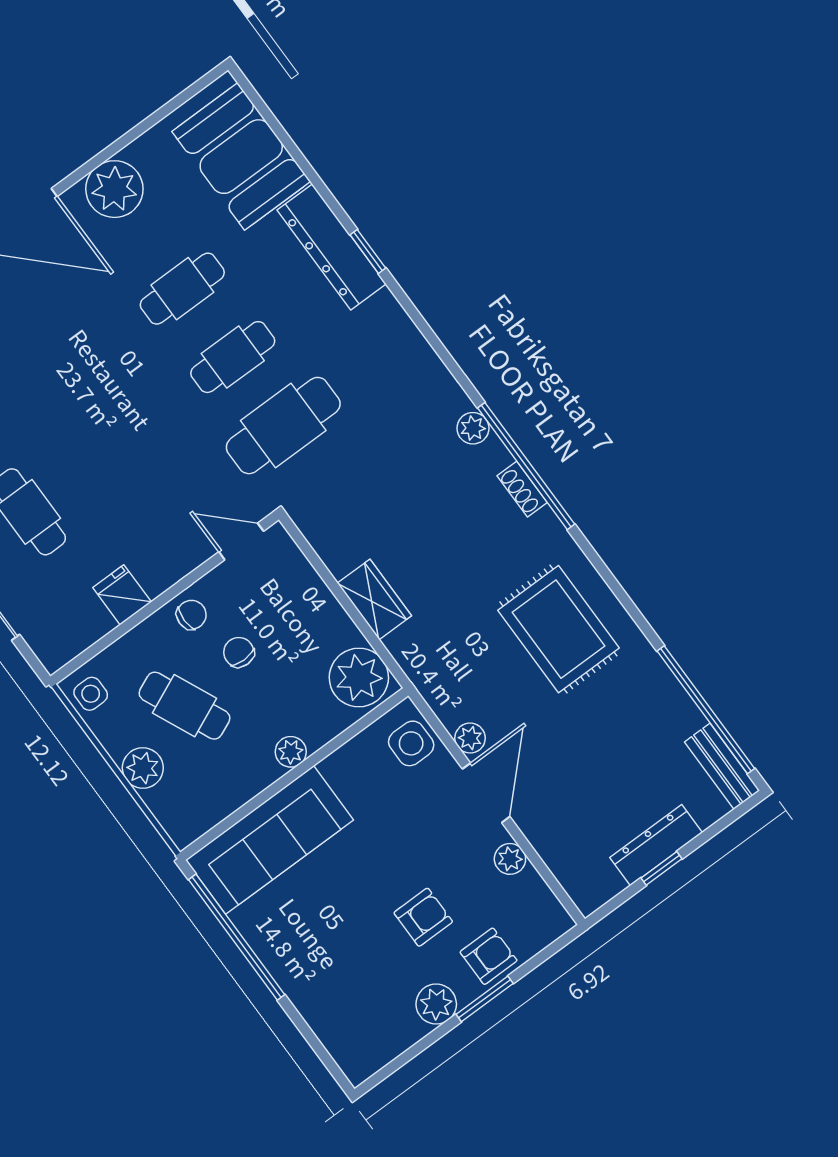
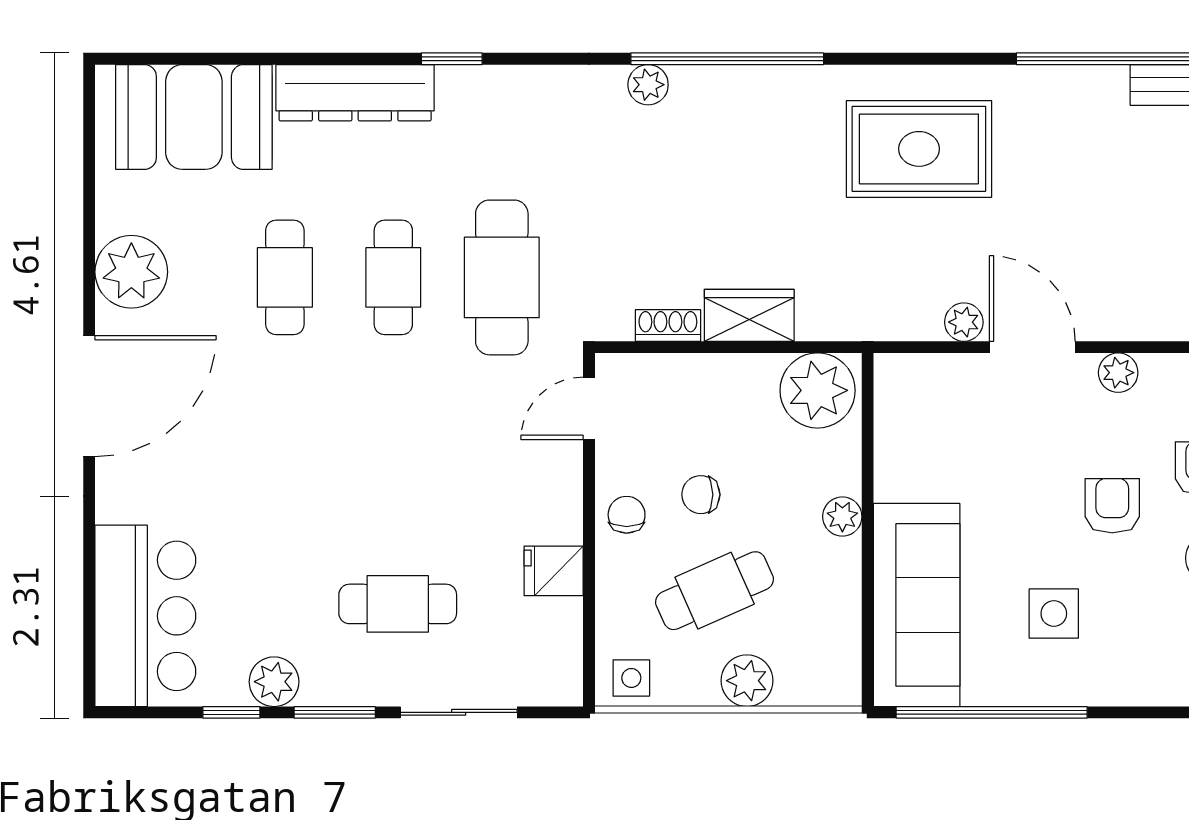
window: (368, 251) -> (452, 59), moved
shoe rack: (522, 489) -> (668, 325), moved, turned 180
side table: (411, 743) -> (1054, 614), moved

